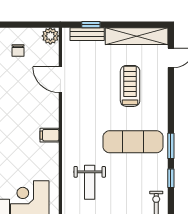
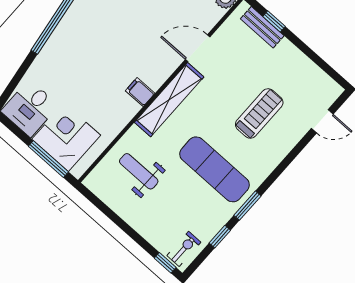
shelving: (137, 36) -> (169, 100), moved, turned 90
door: (60, 80) -> (198, 48), hinge flipped
weight bench: (90, 182) -> (139, 171), turned 90

